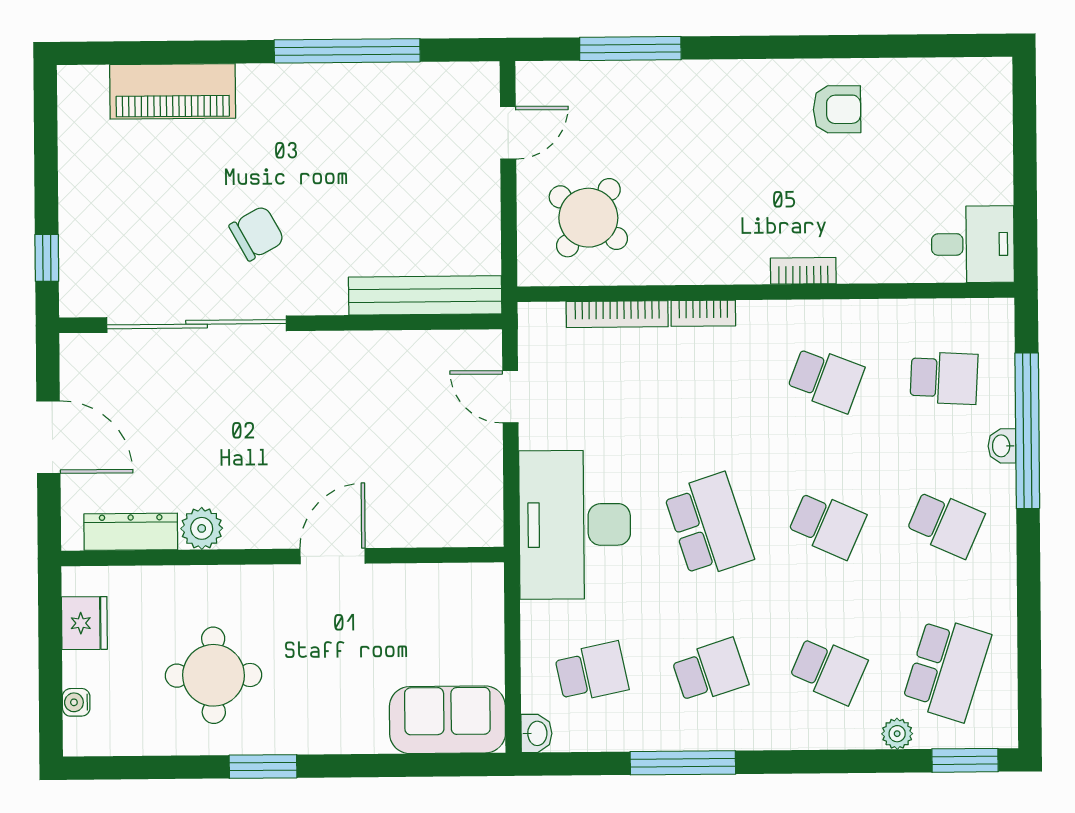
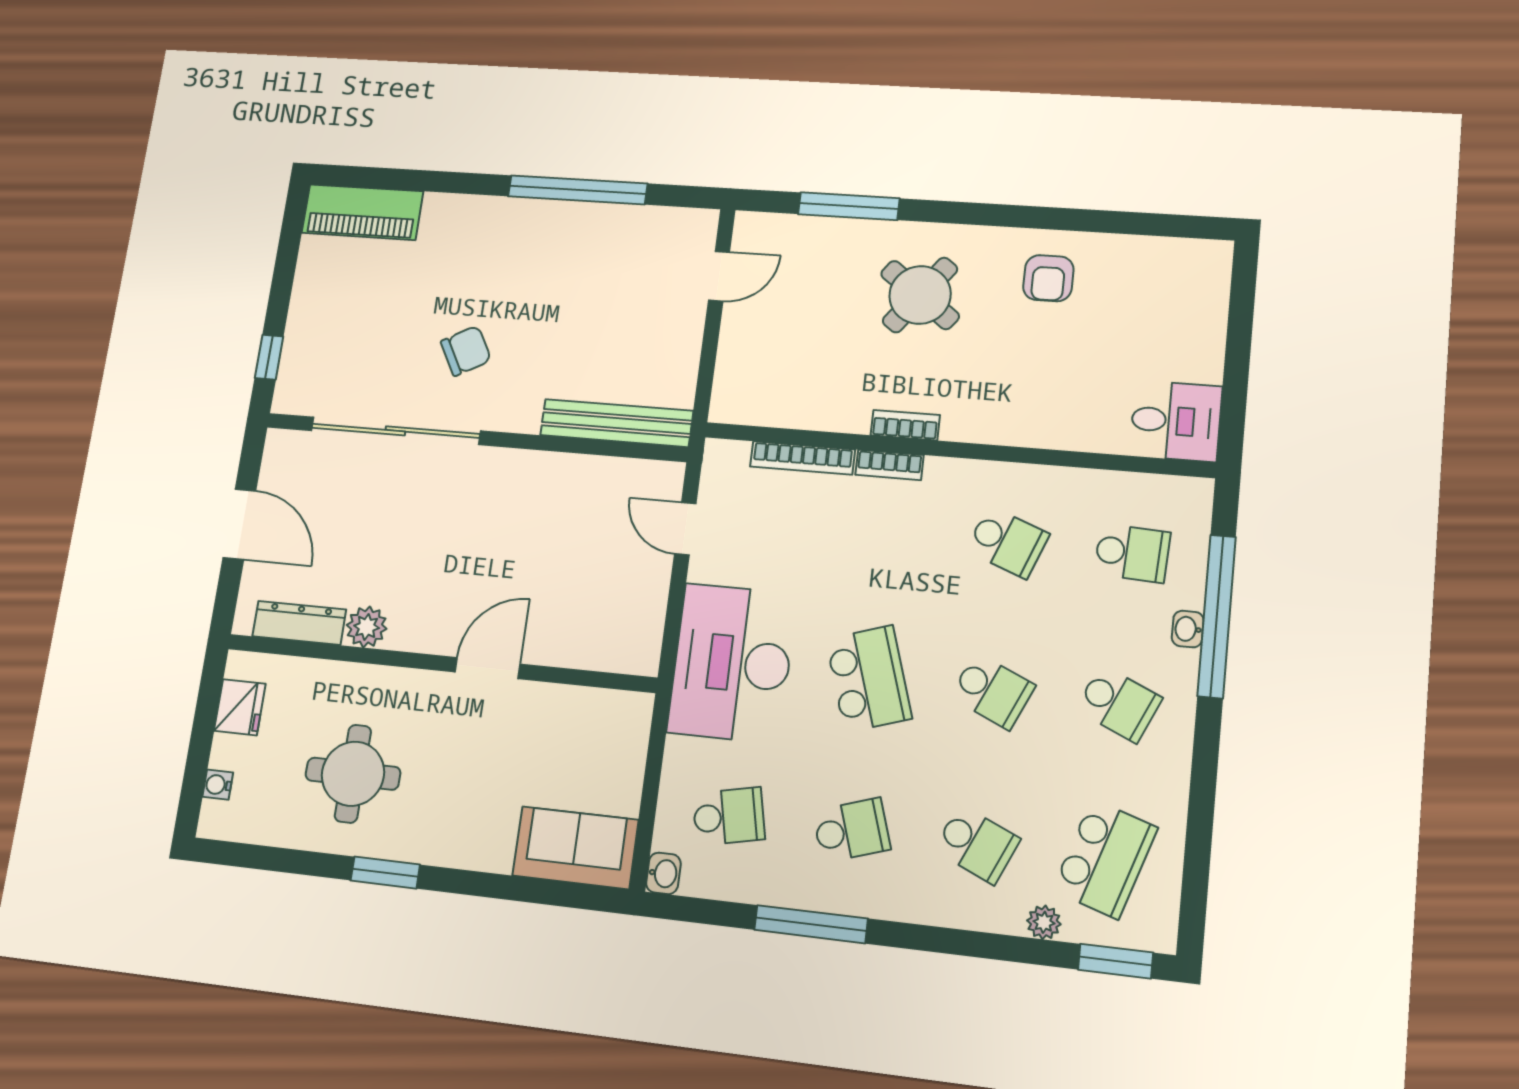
piano: (173, 91) -> (362, 212), moved
armchair: (837, 109) -> (1048, 278), turned 90
round table: (588, 218) -> (920, 295), moved
bookcase: (803, 271) -> (905, 425), moved

